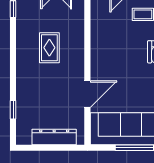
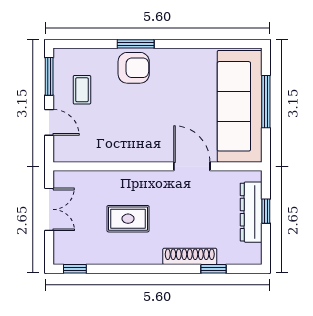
shoe rack: (22, 93) -> (190, 256), added
window: (55, 148) -> (266, 211), added

